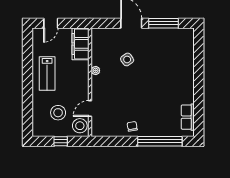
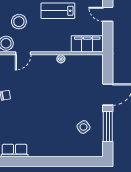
side table: (127, 59) -> (83, 127), moved
door: (90, 108) -> (23, 53), swing flipped

